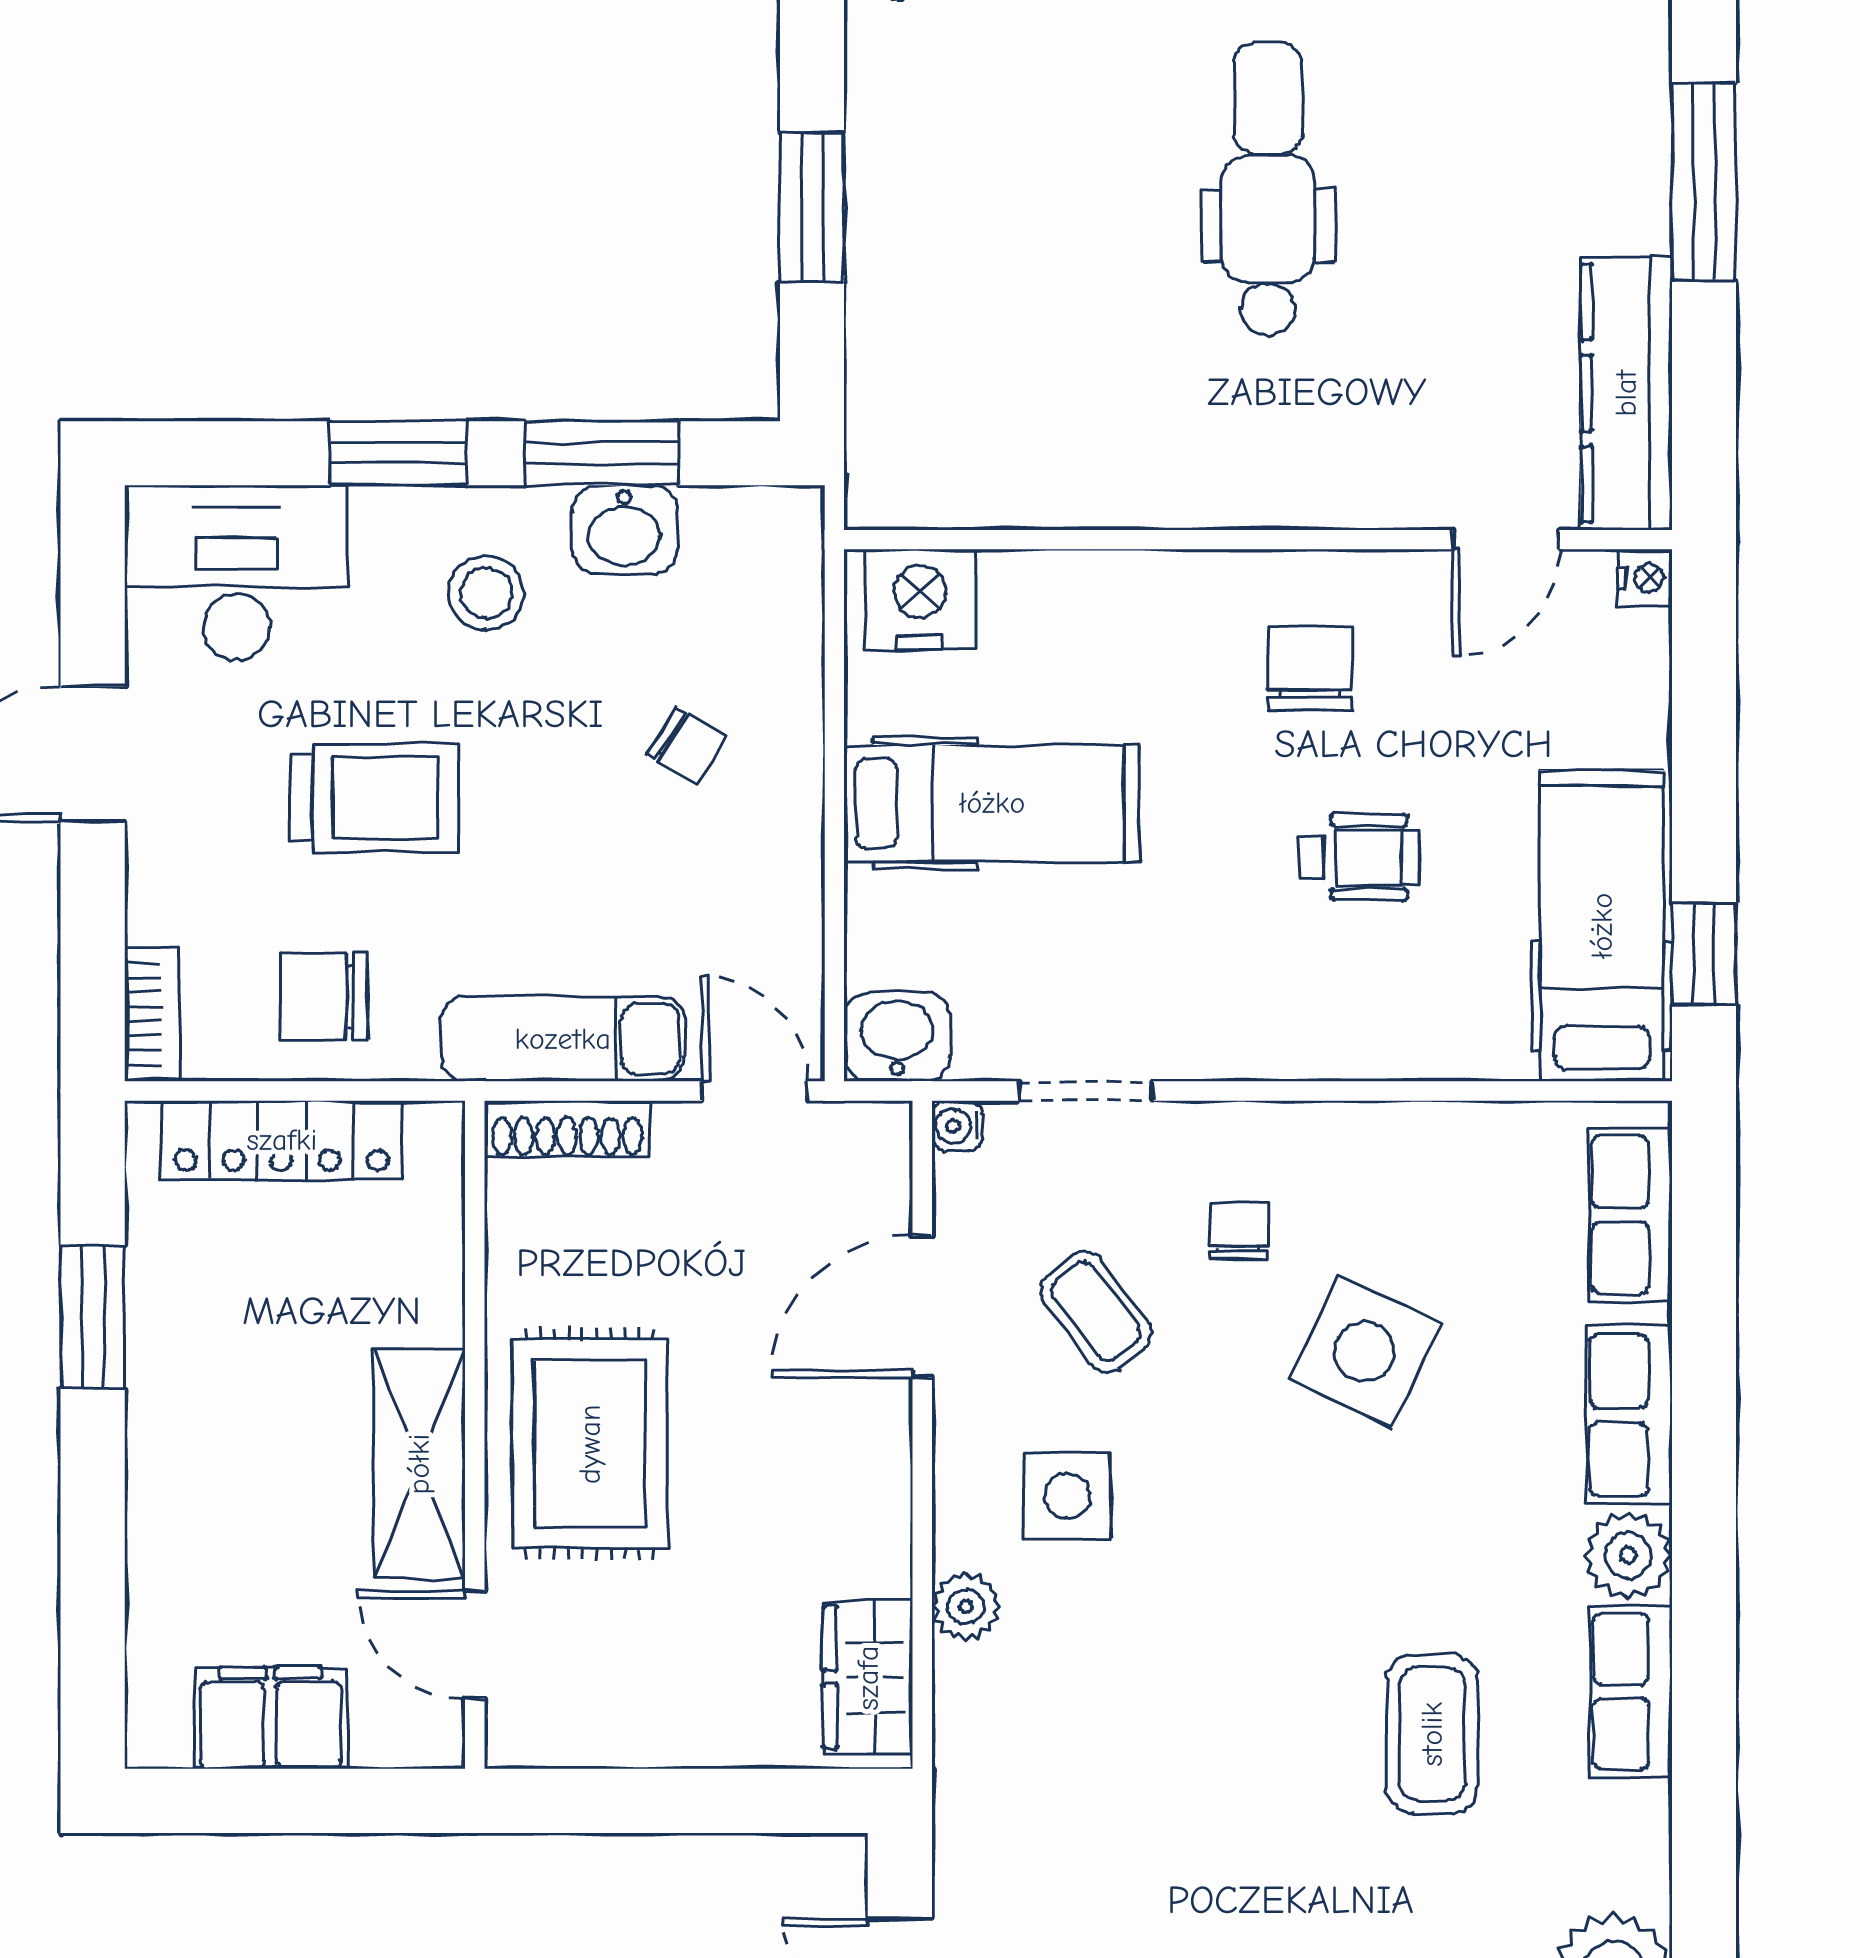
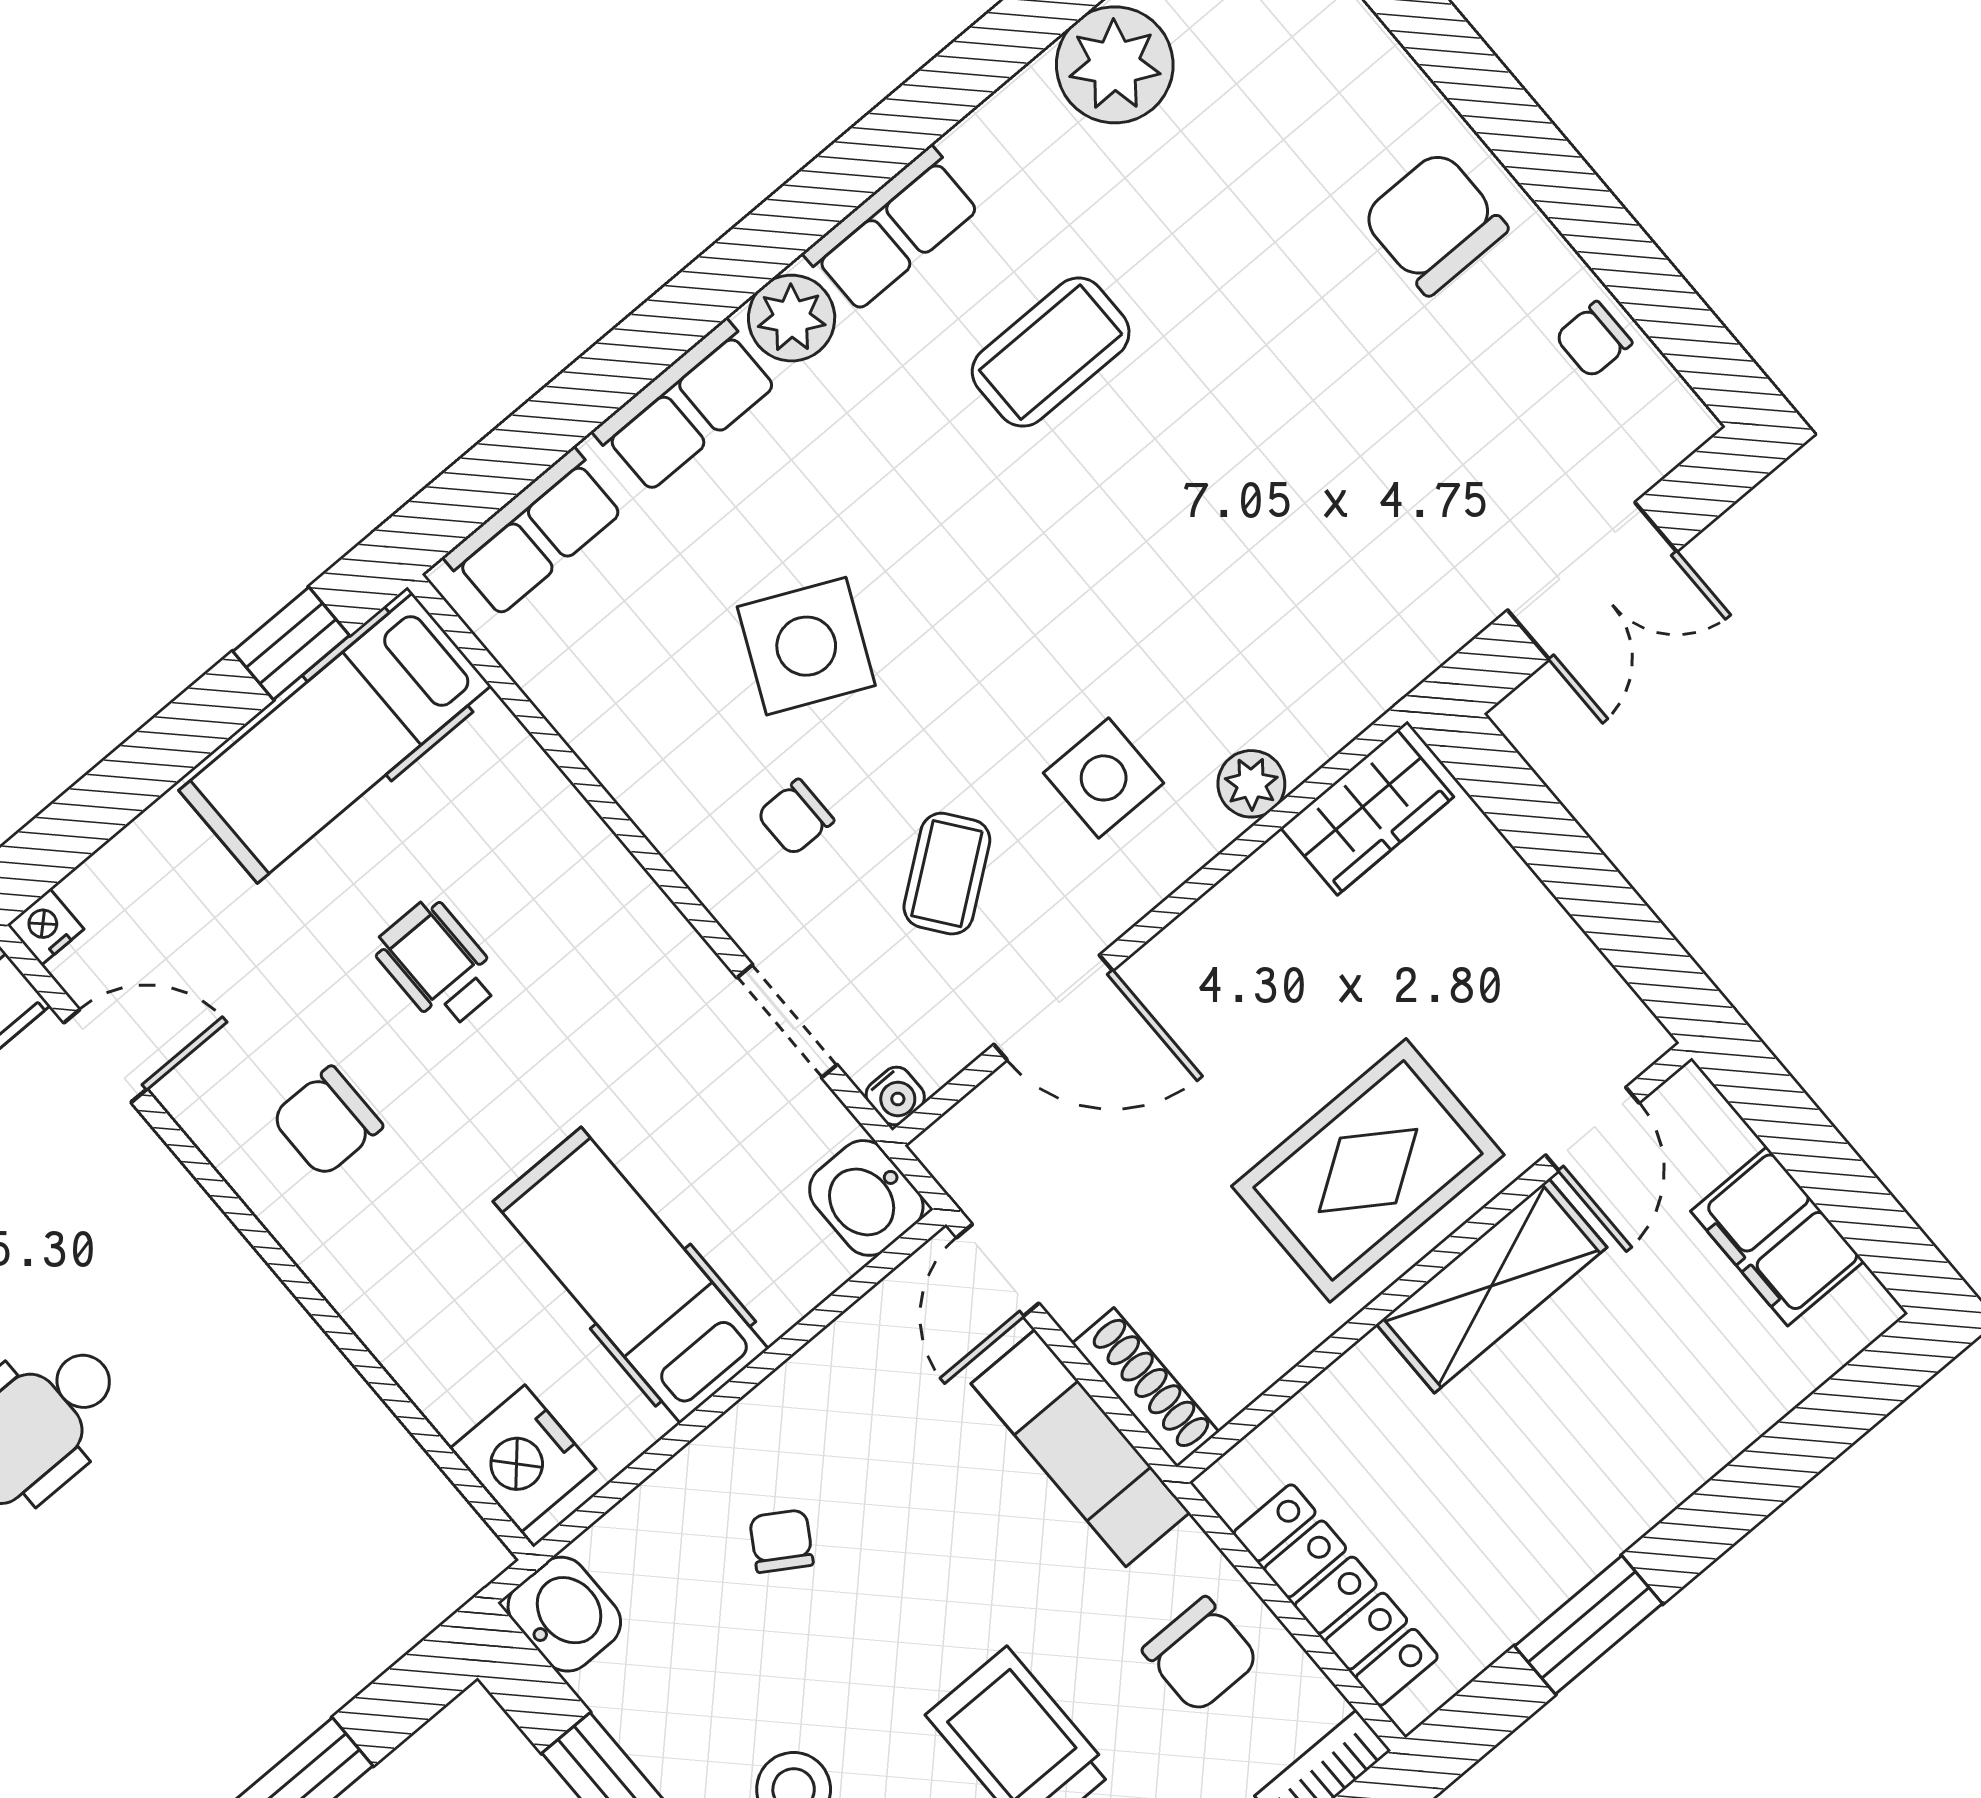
washbasin: (624, 530) -> (564, 1614), moved

